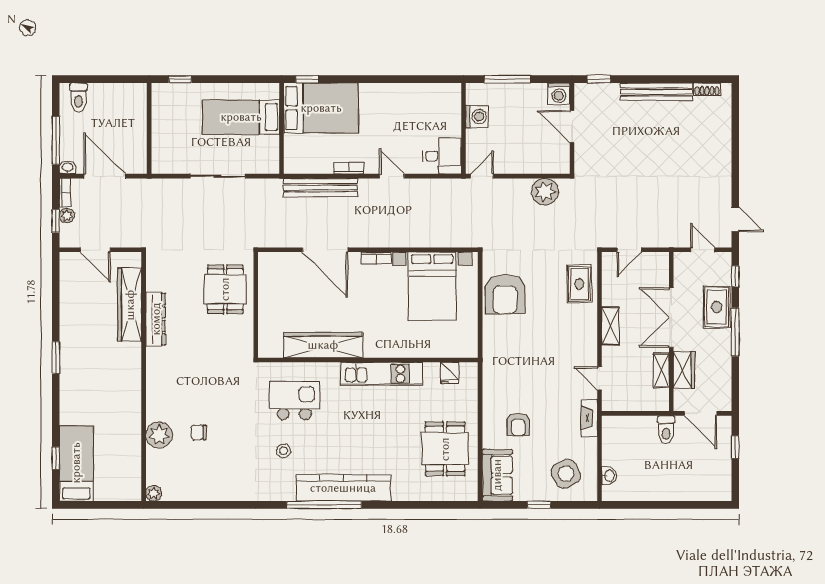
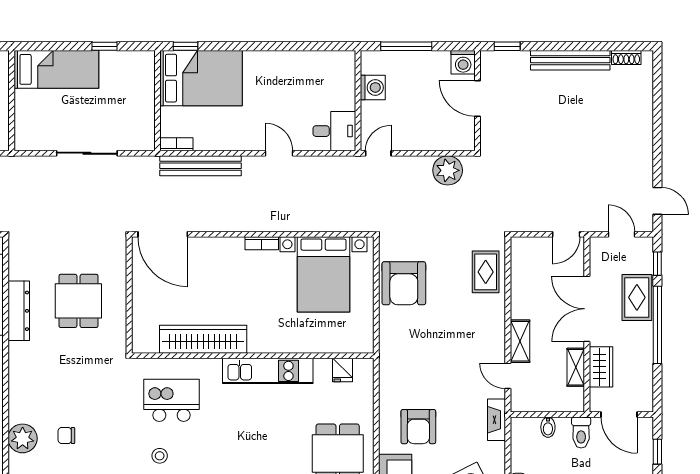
window: (180, 79) -> (105, 46), moved
bed: (241, 117) -> (56, 69), moved, turned 180
bookcase: (349, 168) -> (176, 144), moved
door: (325, 250) -> (163, 234), moved
door: (629, 250) -> (566, 234), moved
dining table: (225, 289) -> (78, 301), moved
shelving: (610, 326) -> (520, 341), moved
window: (735, 332) -> (657, 325), width x1.46
armchair: (518, 424) -> (418, 427), width x1.38, depth x1.38
bidet: (636, 425) -> (548, 427), added

